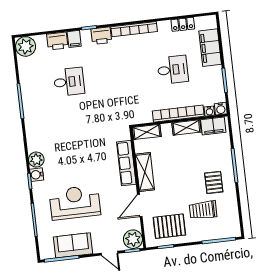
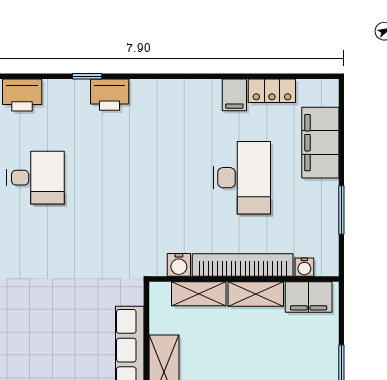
bookcase: (134, 29) -> (175, 89), removed
filing cabinet: (74, 39) -> (234, 95), moved
desk: (173, 70) -> (242, 178), width x1.37
water cooler: (221, 109) -> (179, 265), moved
shelving: (147, 132) -> (199, 294), moved

